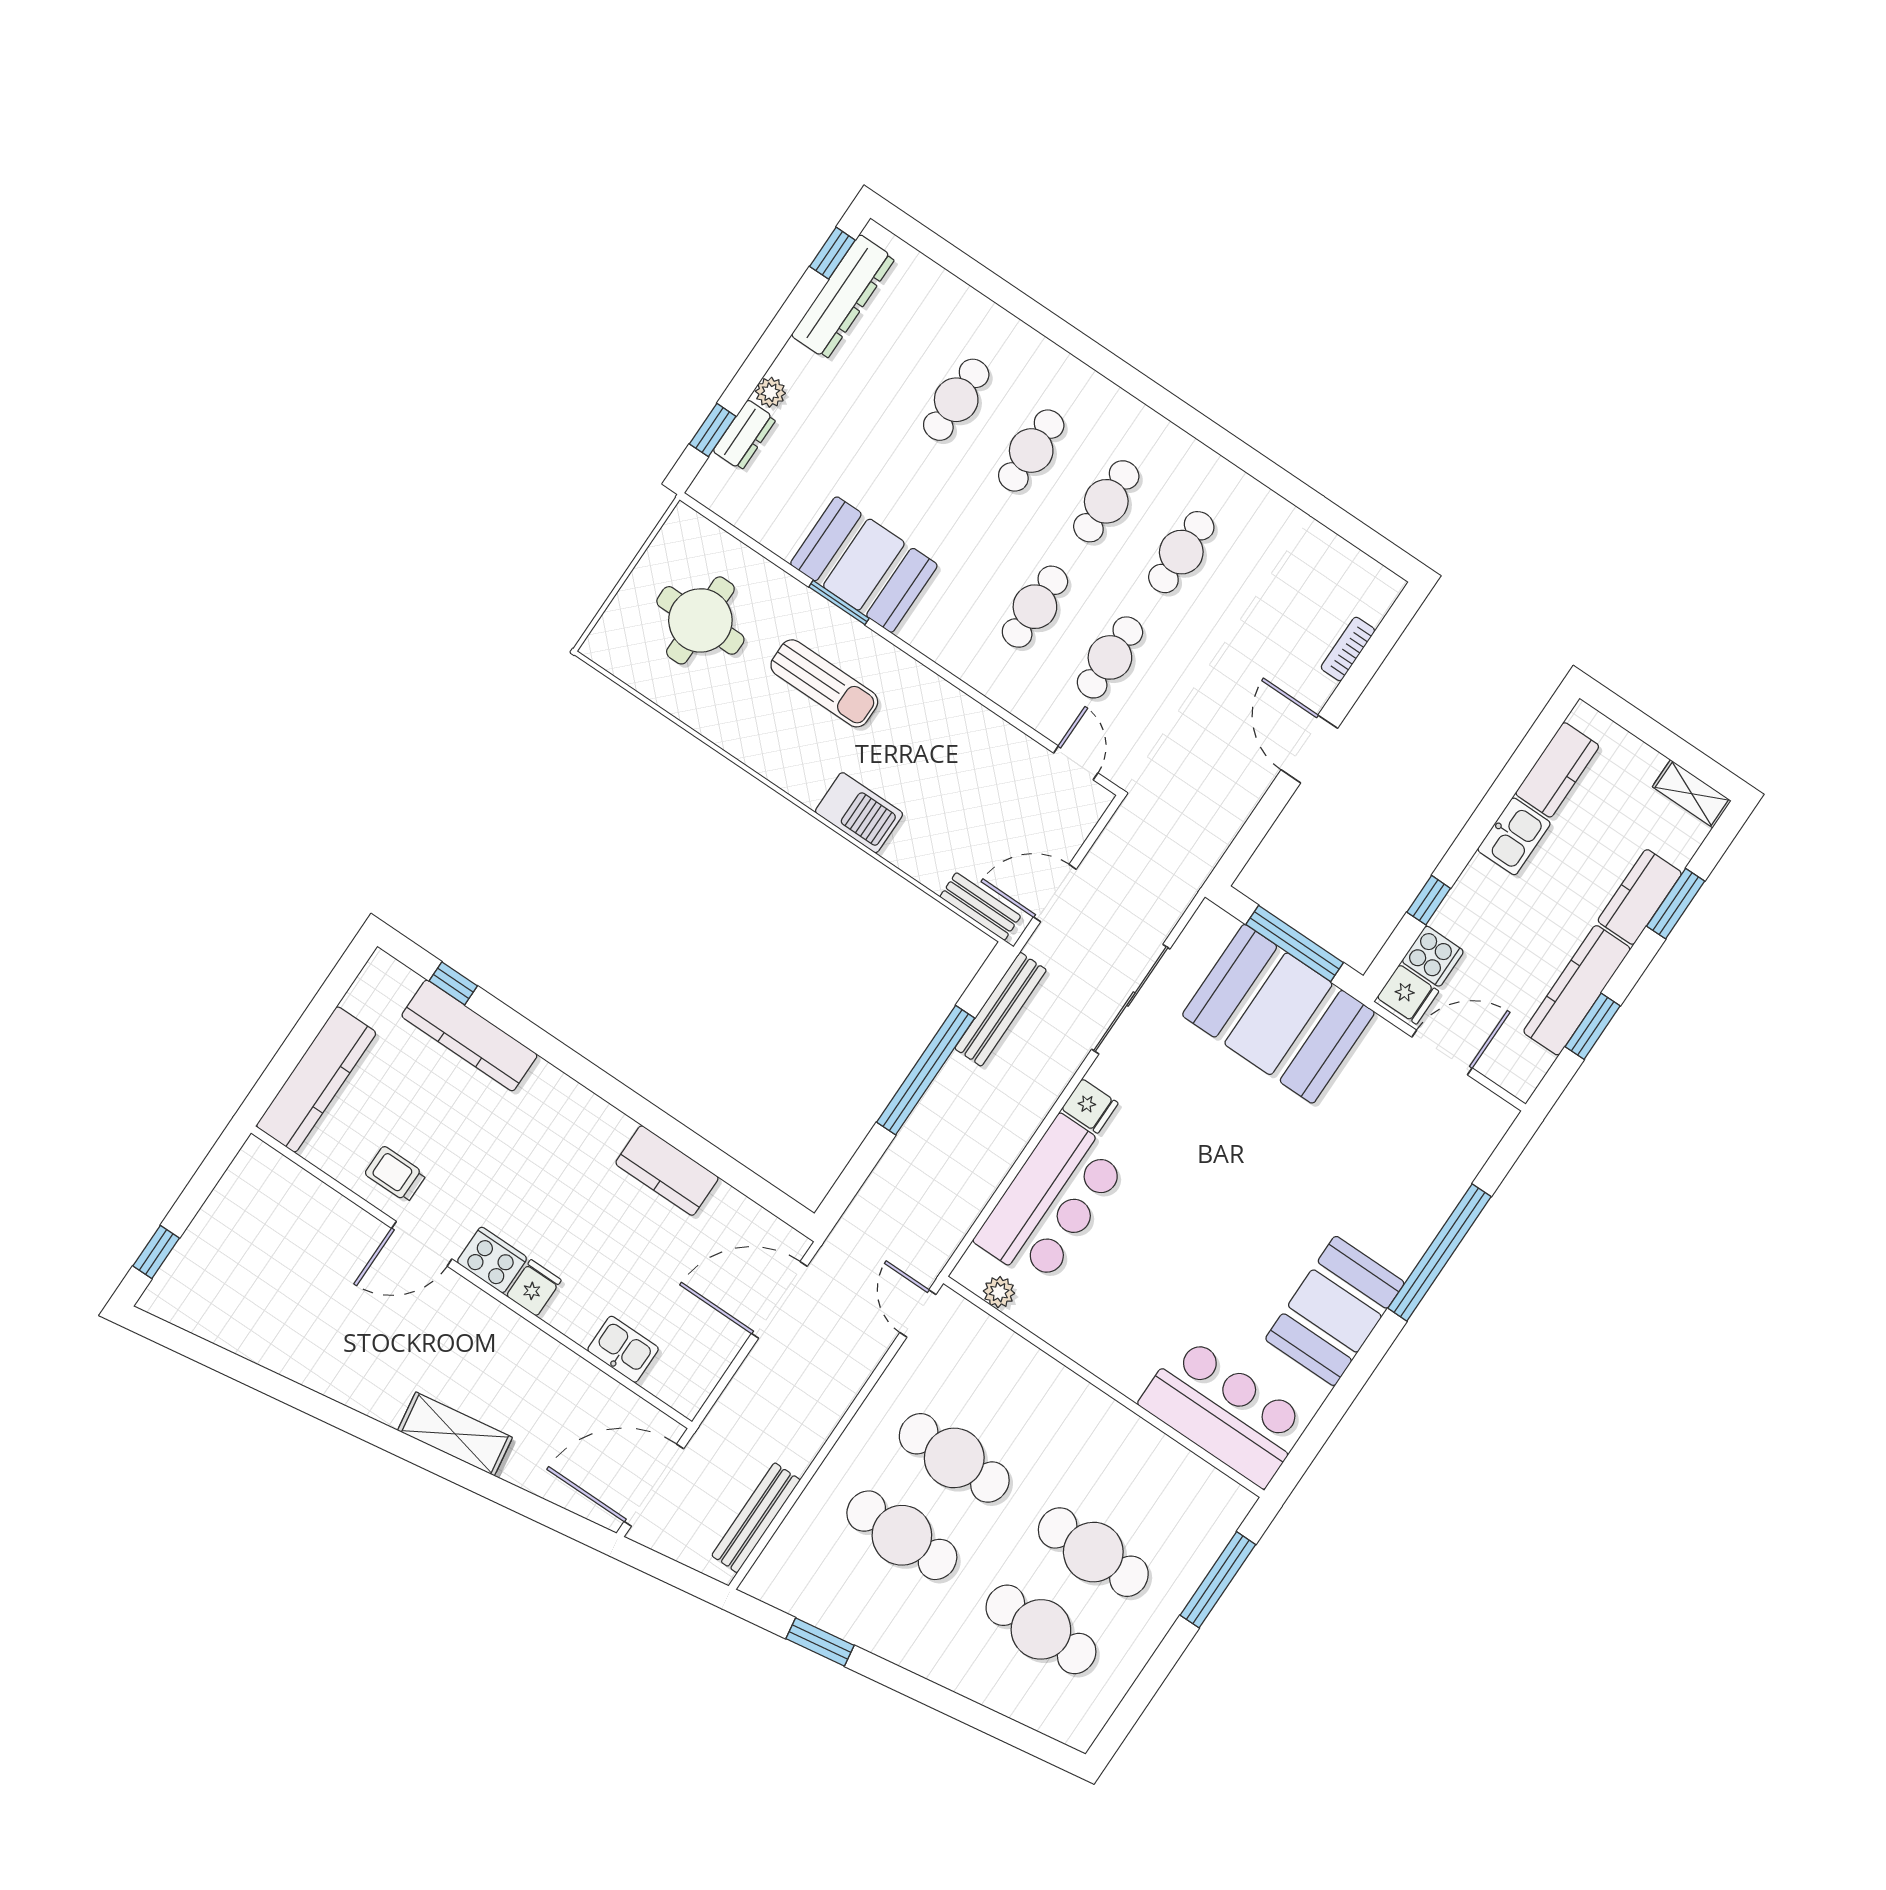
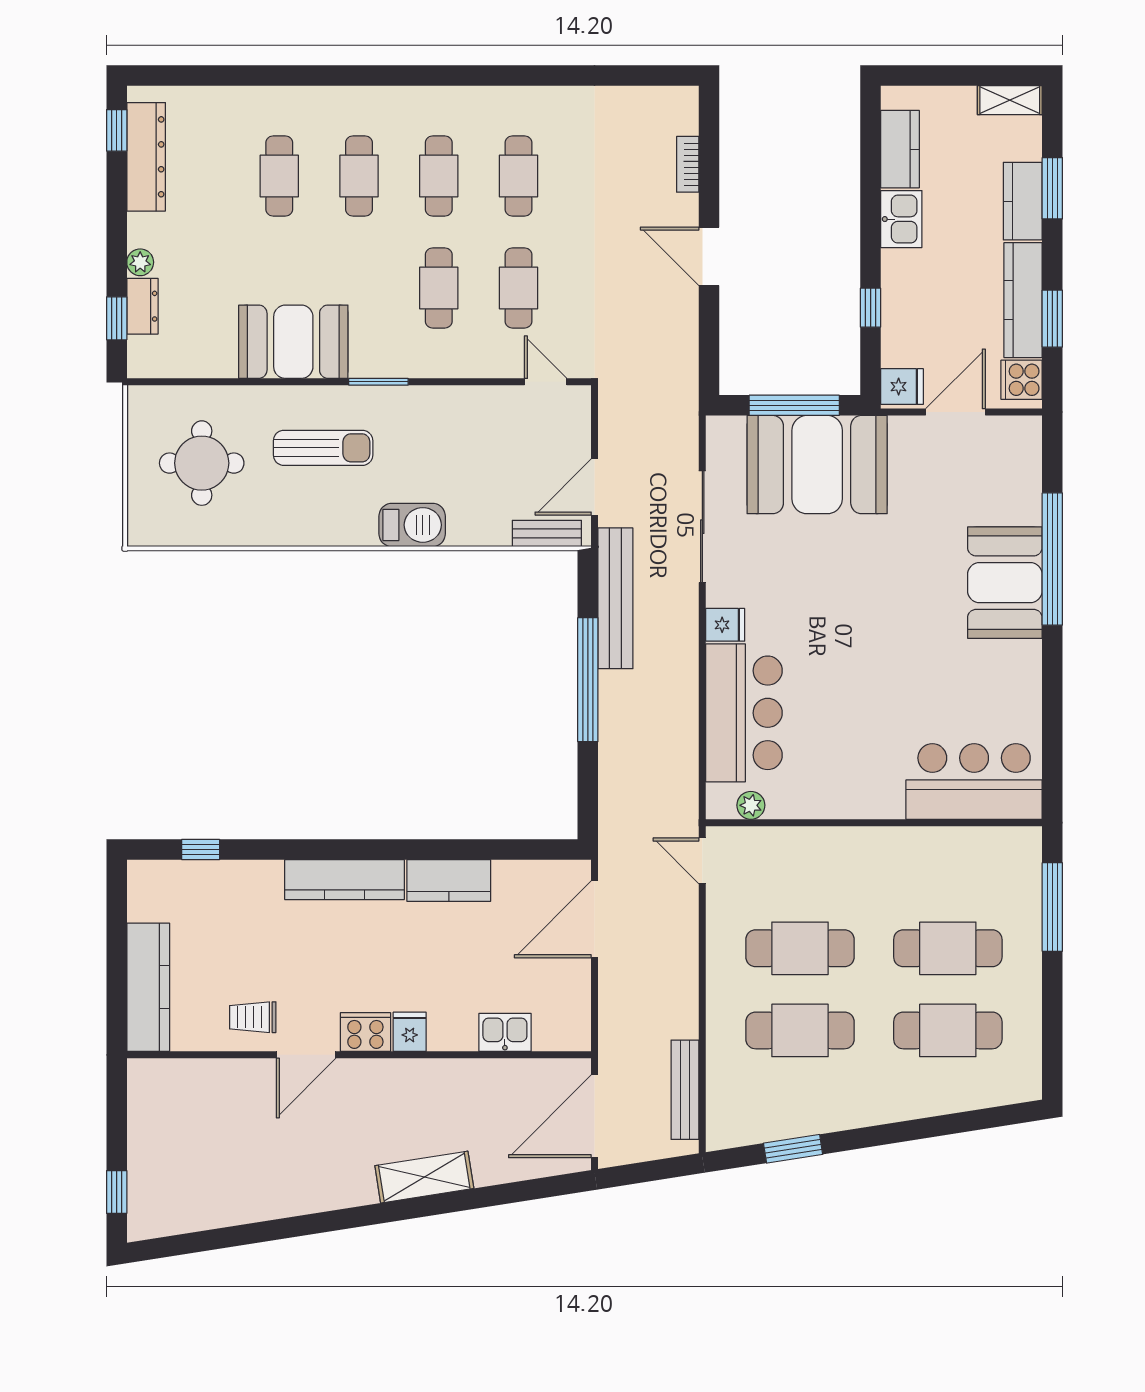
window: (839, 603) -> (378, 382), moved
cooker: (1433, 956) -> (1022, 380), moved, turned 180
bench: (1001, 1009) -> (615, 598), width x1.37, depth x1.21
kitchen counter: (469, 1035) -> (344, 880), moved
booth: (1335, 1311) -> (1005, 583), moved

